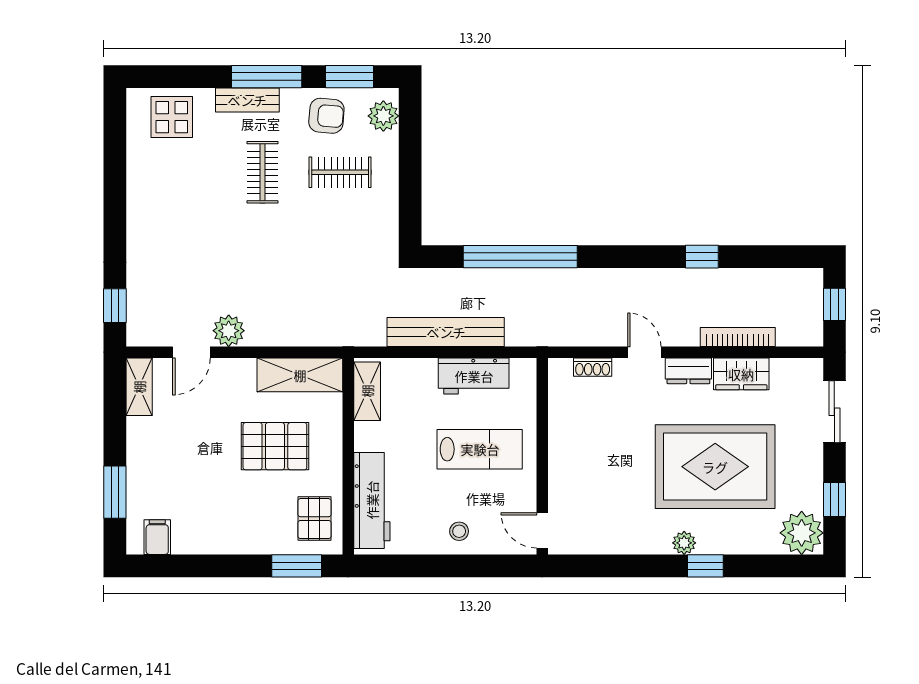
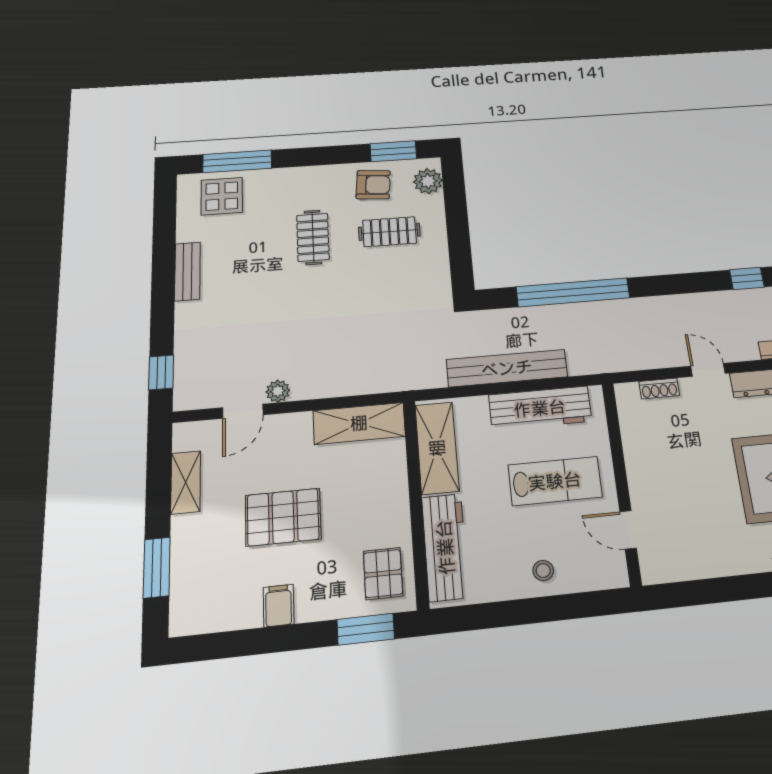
window: (267, 77) -> (237, 161), moved
bench: (247, 100) -> (188, 271), moved, turned 90
plant: (229, 331) -> (278, 391), width x0.73, depth x0.73
workbench: (474, 376) -> (540, 408), width x1.38
shelving: (139, 387) -> (186, 482), moved
shelving: (367, 391) -> (437, 448), width x1.50, depth x1.33
pallet: (275, 446) -> (283, 517), moved
door: (542, 530) -> (628, 530), moved
filing cabinet: (157, 537) -> (279, 606), moved

